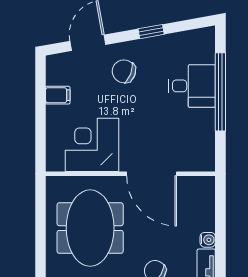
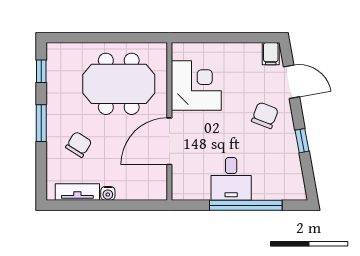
desk: (192, 86) -> (231, 179), moved
filing cabinet: (58, 95) -> (271, 54), moved

